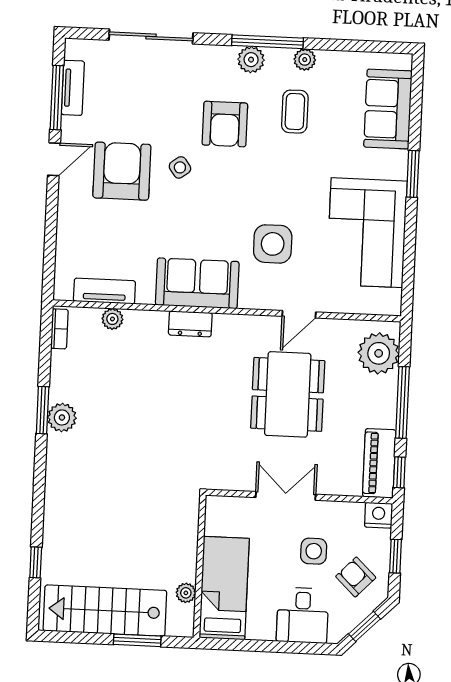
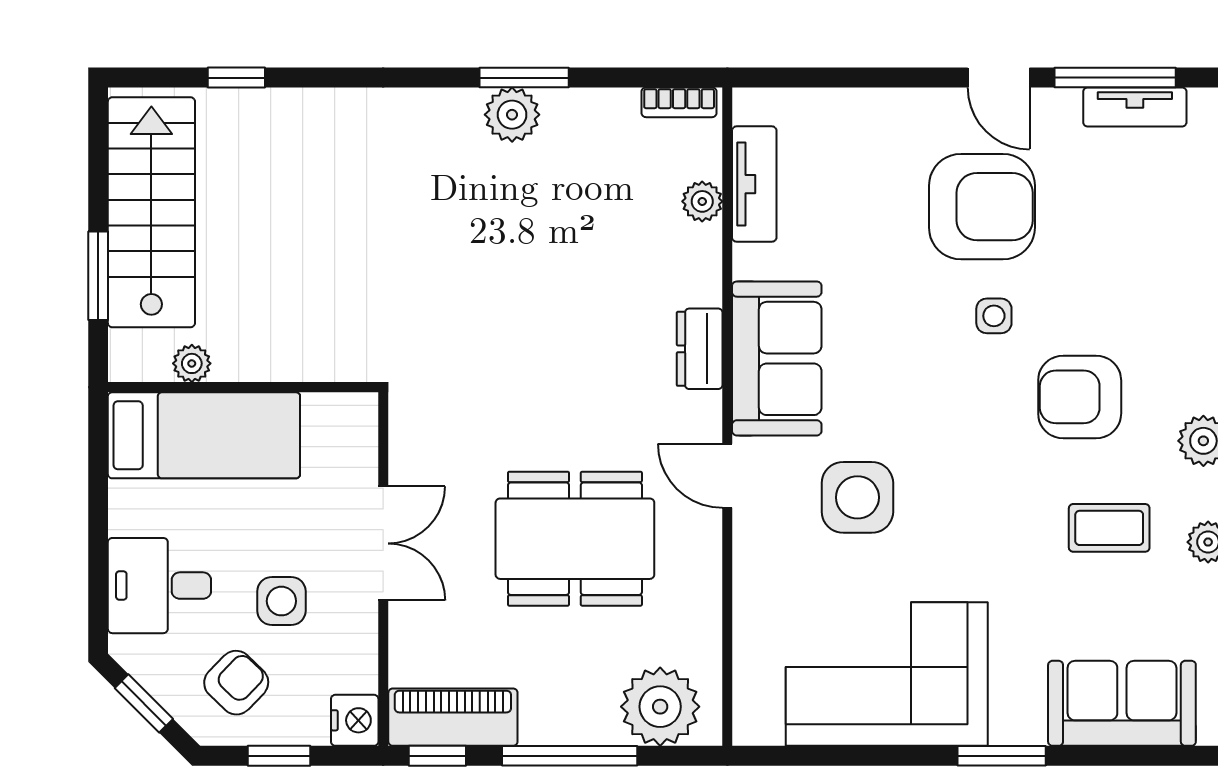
side table: (180, 167) -> (994, 316), turned 36
door: (299, 314) -> (727, 476), moved

